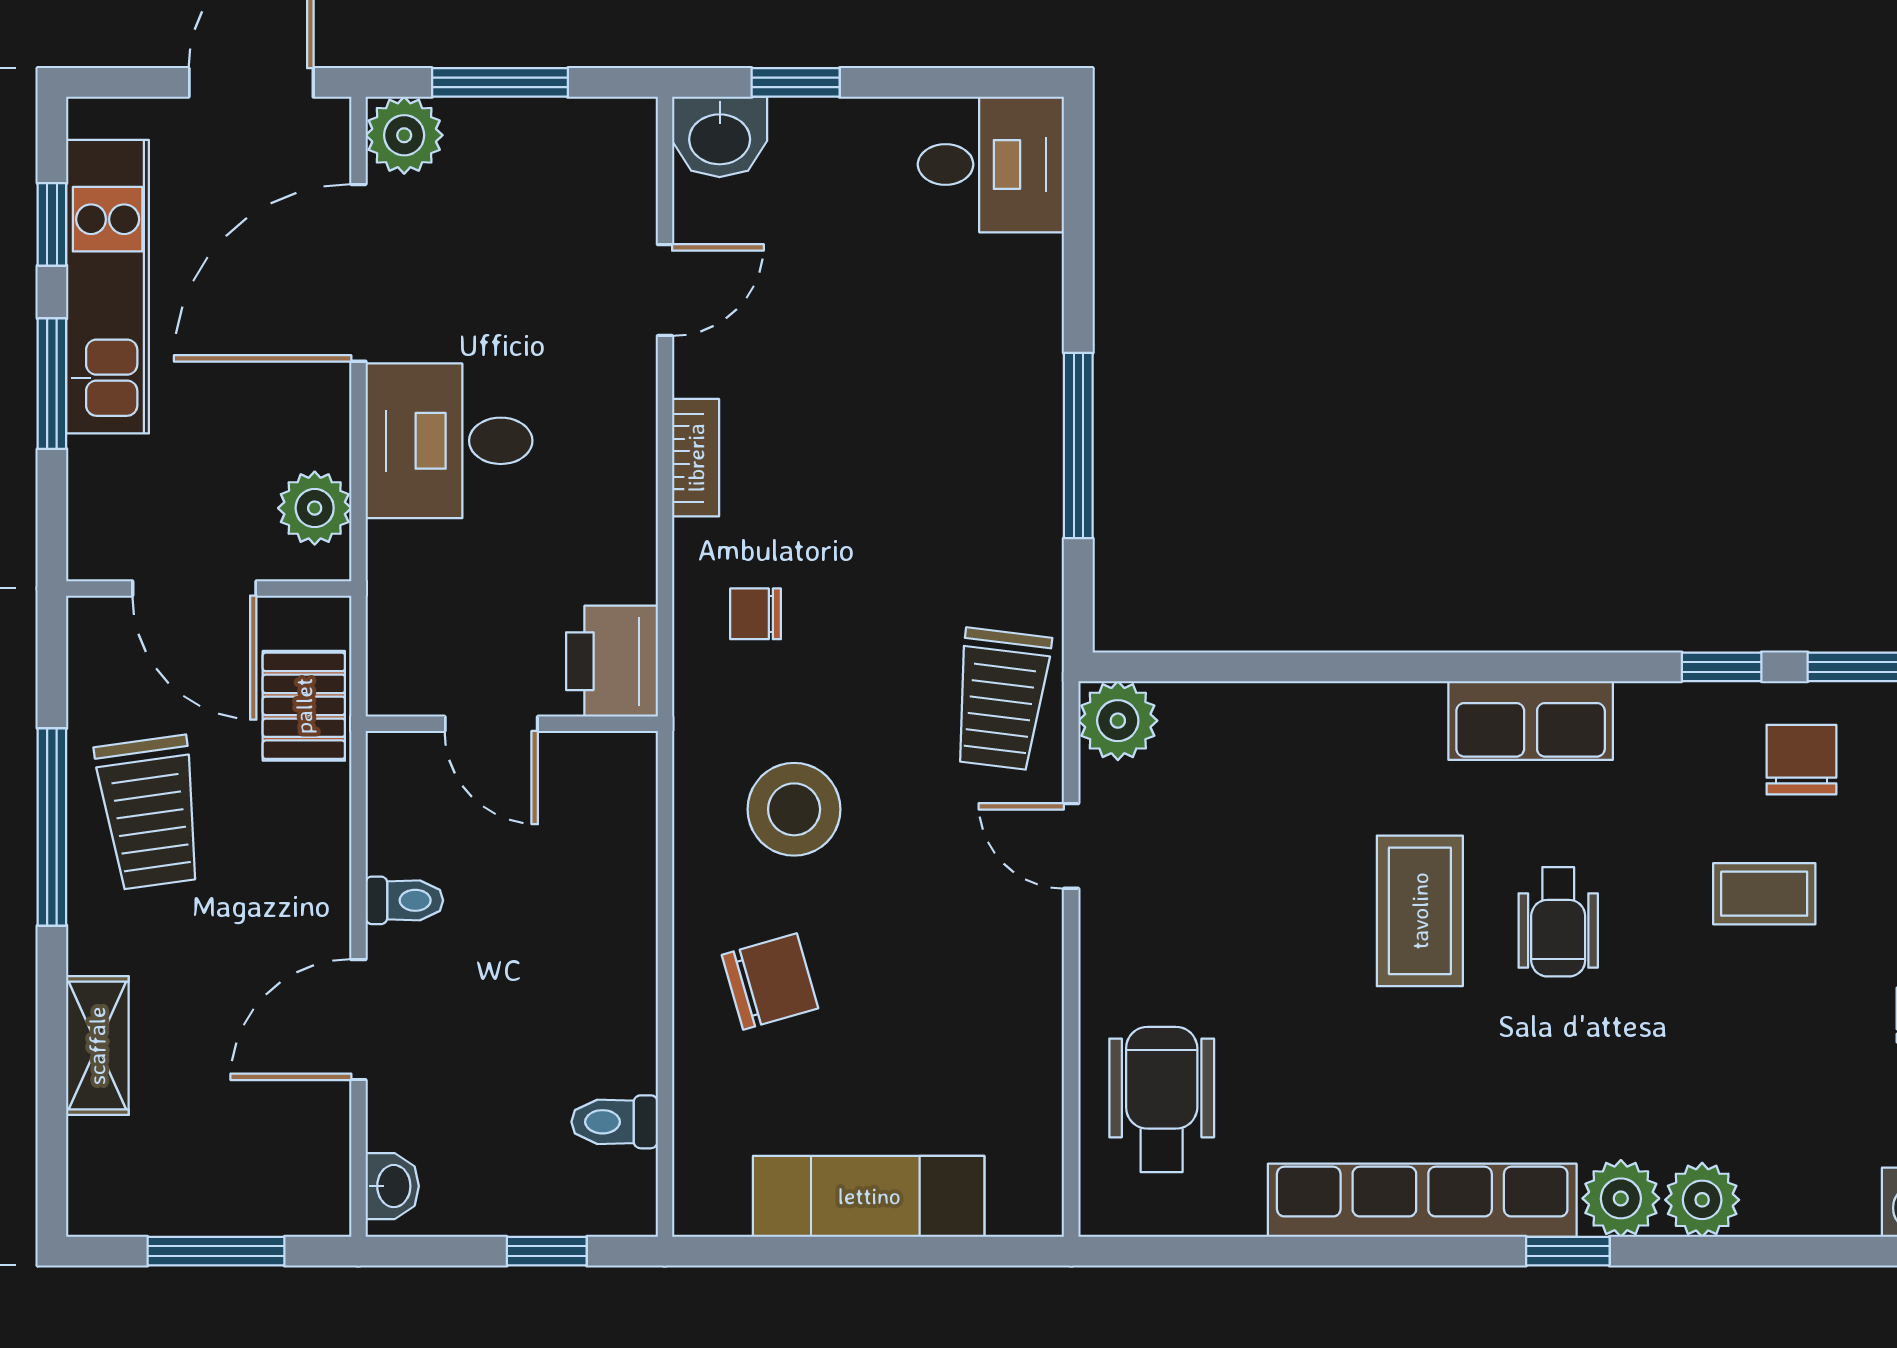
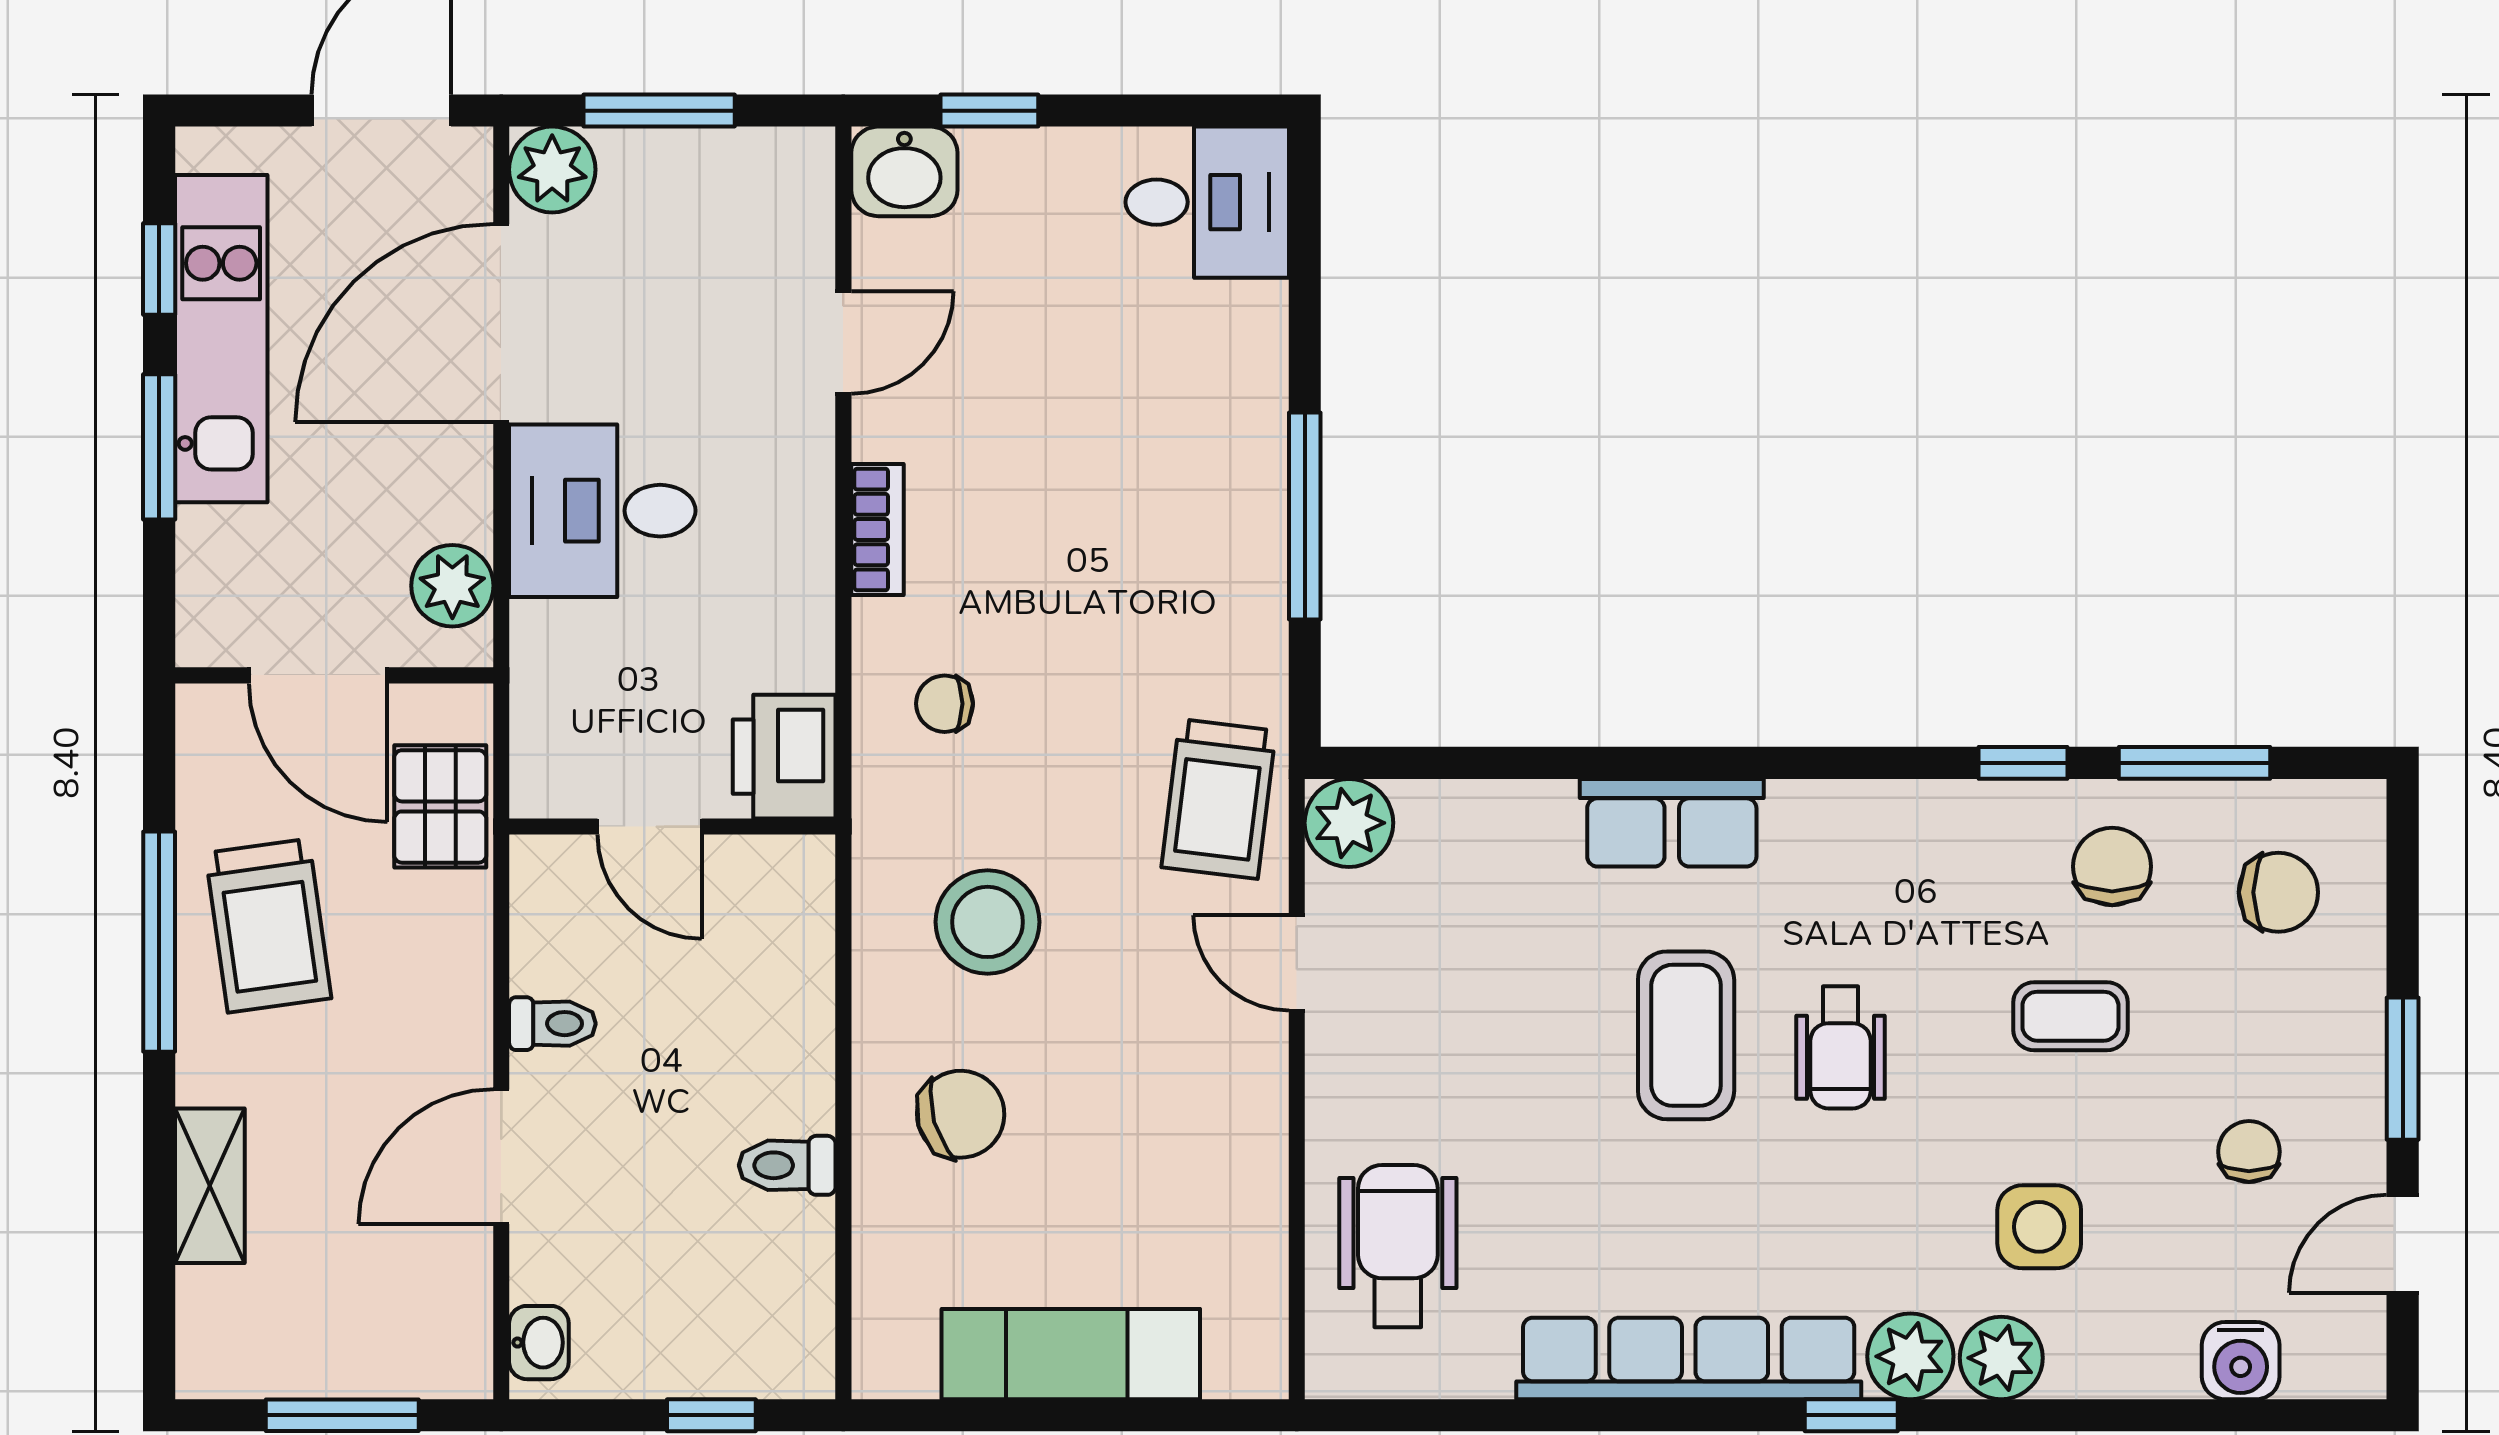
row of seats: (1531, 720) -> (1672, 823), moved
side table: (1736, 1082) -> (2039, 1227), added
toilet: (615, 1122) -> (787, 1165), moved

